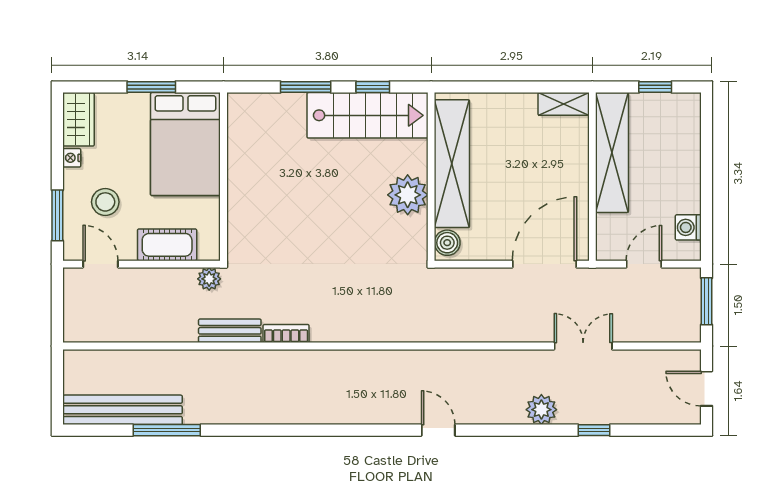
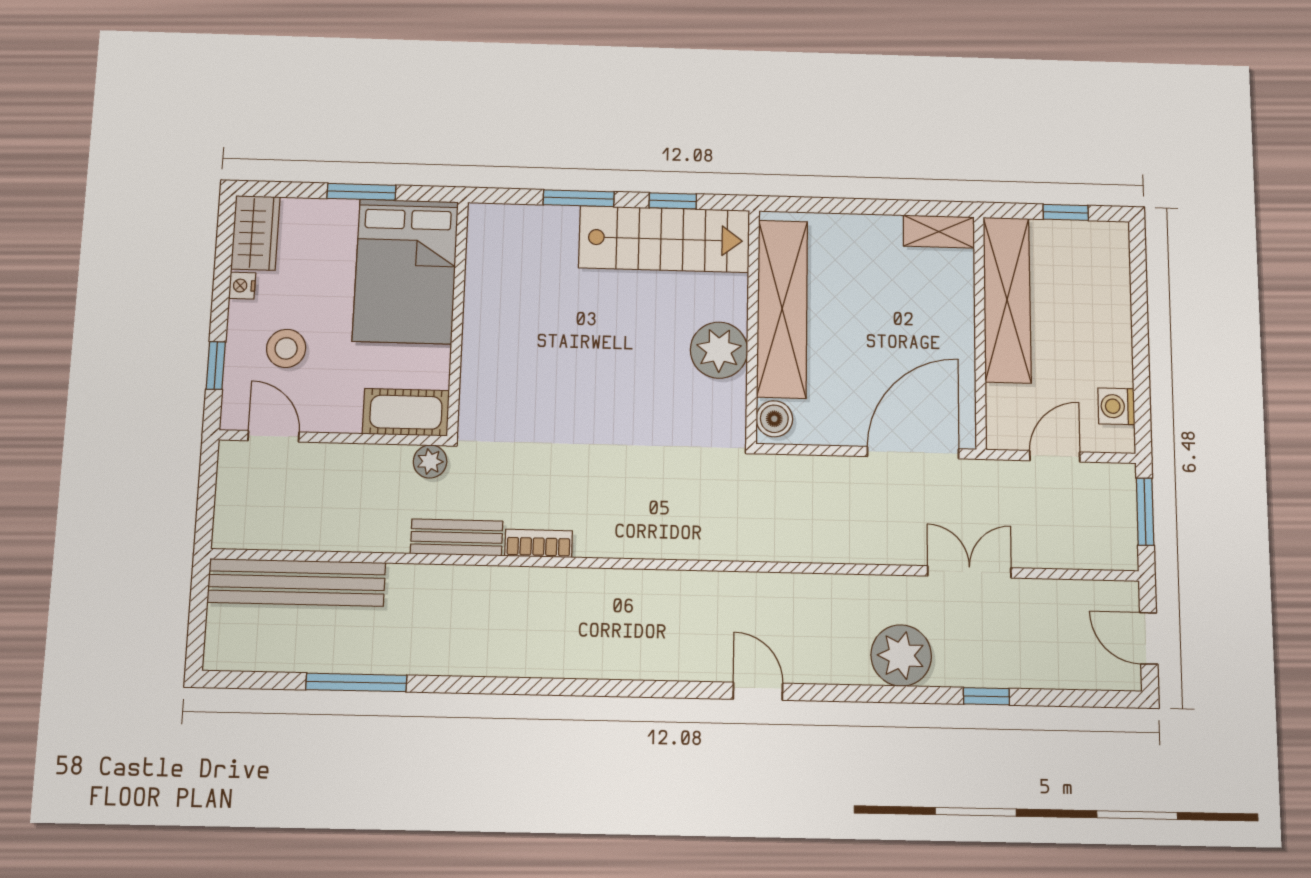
window: (57, 215) -> (216, 366), width x0.67
cot: (167, 245) -> (406, 412), moved
bench: (123, 410) -> (296, 582), moved
plant: (541, 410) -> (901, 655), width x1.36, depth x1.36

